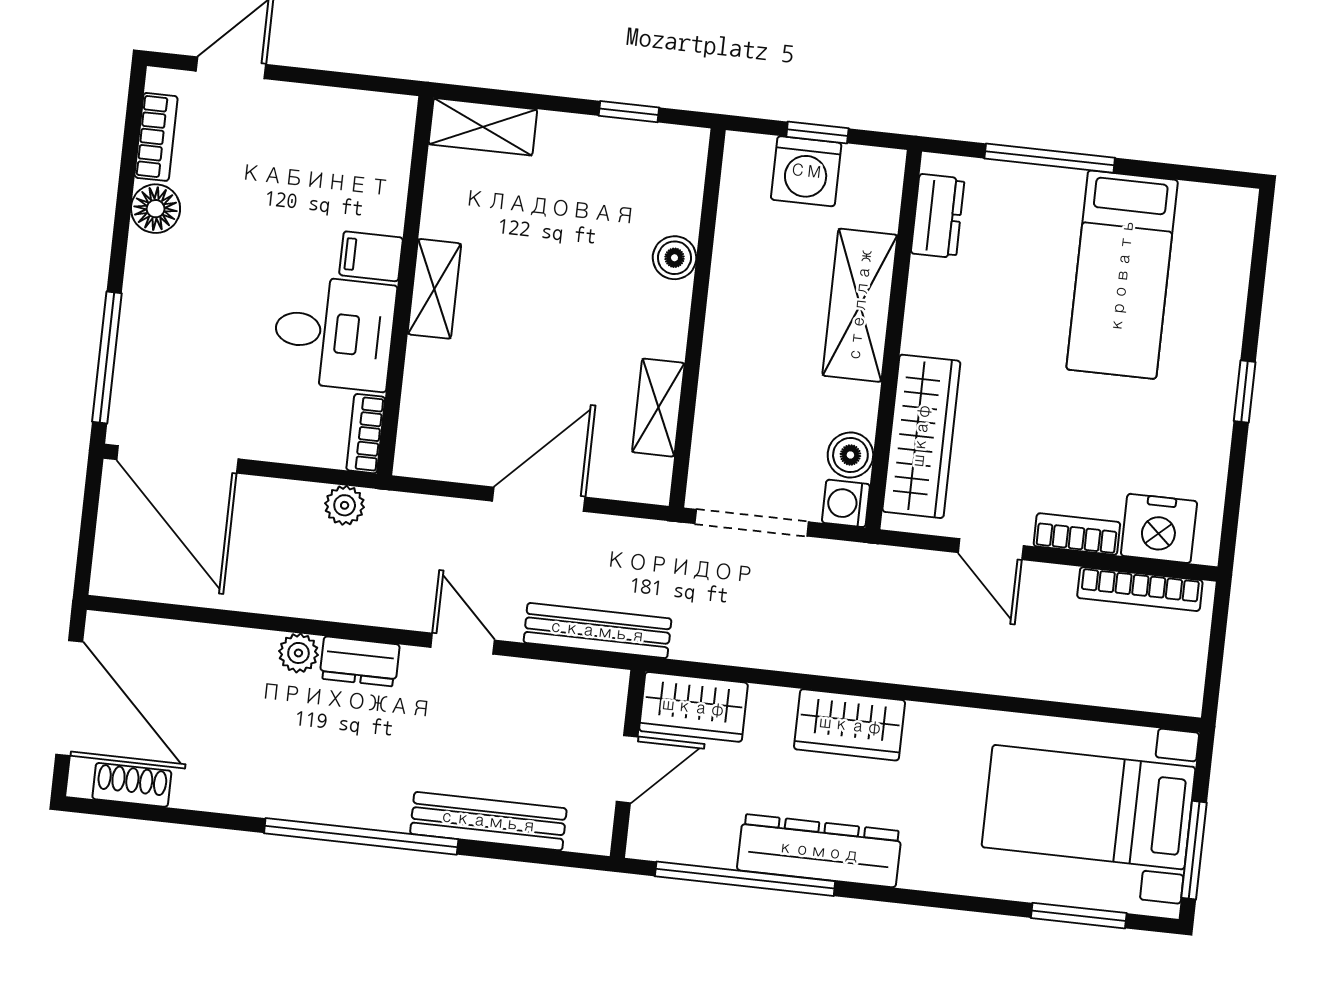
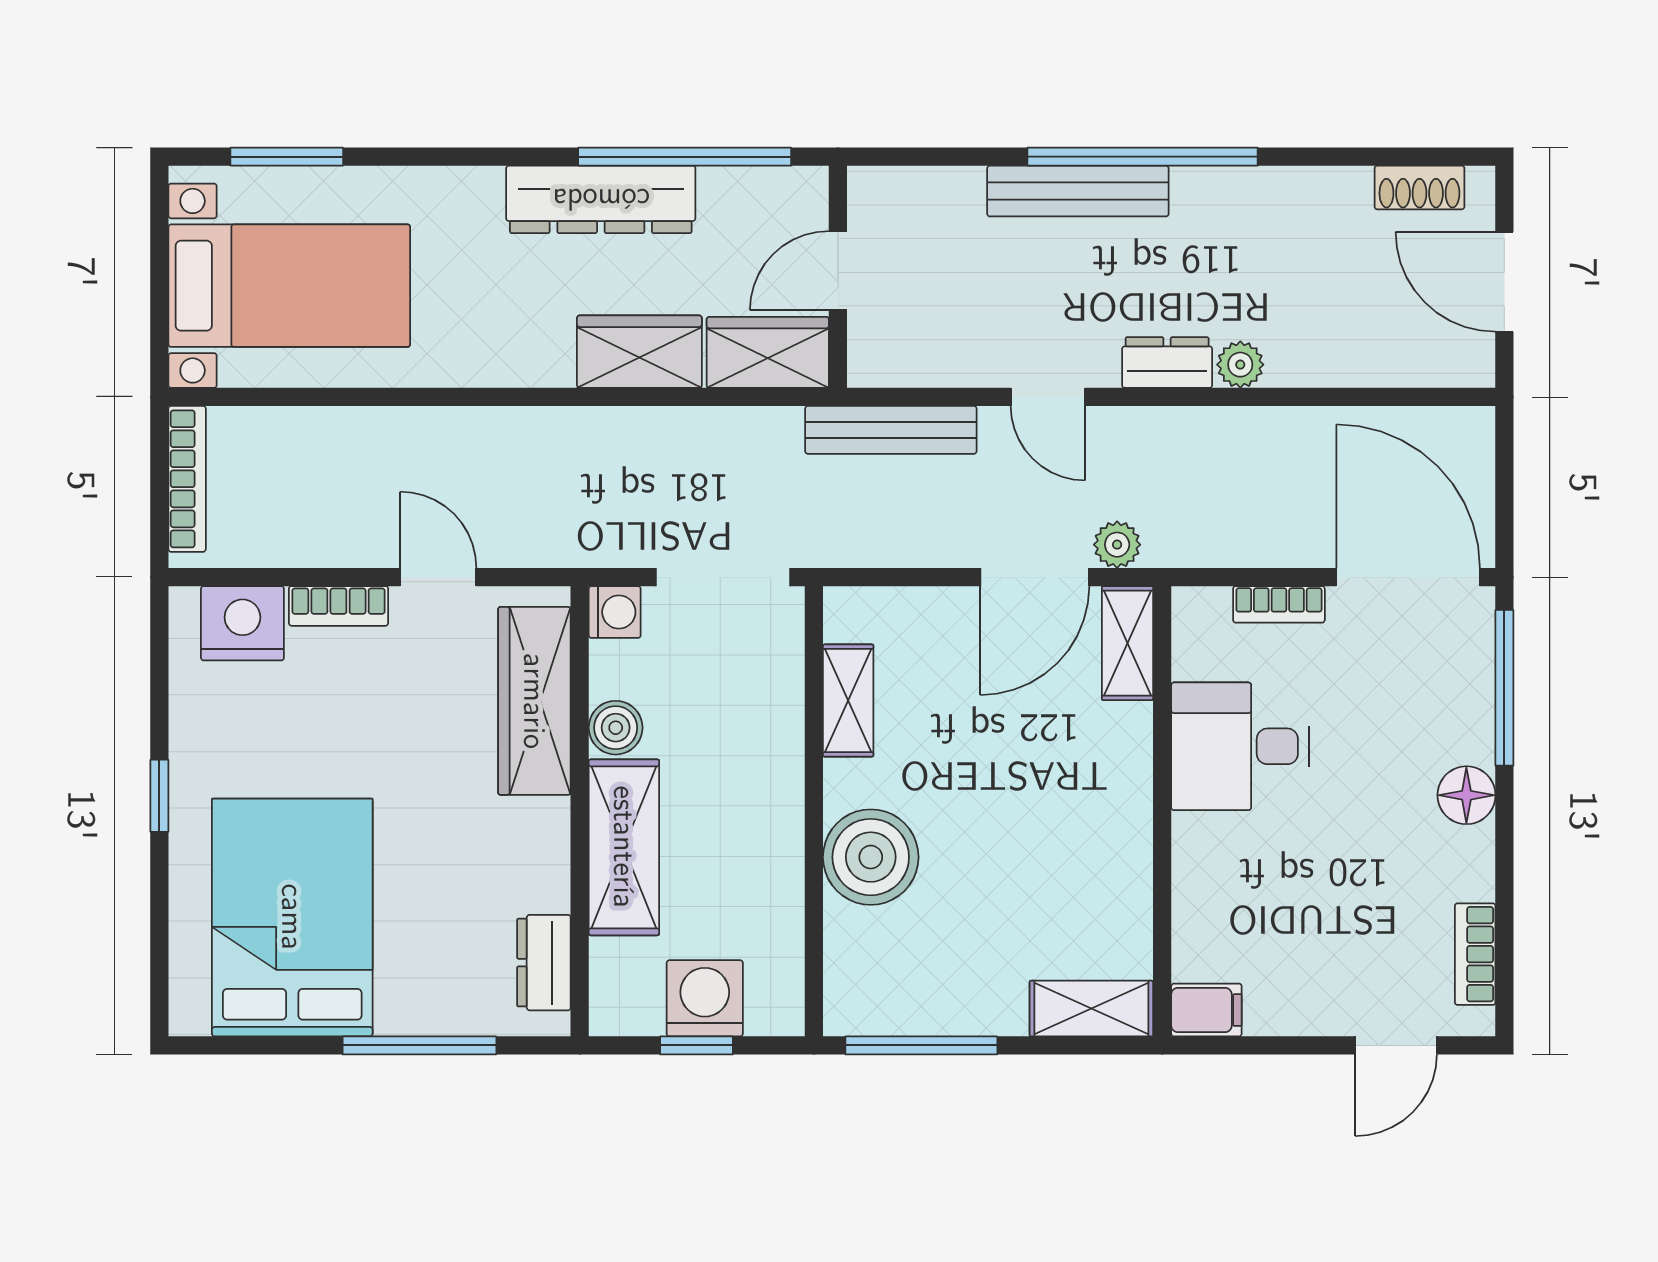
window: (629, 112) -> (921, 1045), width x2.17
floor lamp: (156, 209) -> (1466, 795), moved
filing cabinet: (371, 256) -> (1206, 1010), moved
boiler: (675, 258) -> (871, 857), width x1.86, depth x1.86
bed: (1122, 275) -> (292, 917), width x1.50
shelving: (434, 289) -> (1127, 643), moved
bookcase: (366, 434) -> (1279, 604), moved, turned 90
boiler: (850, 455) -> (616, 728), moved
door: (539, 499) -> (1035, 577), moved
plant: (345, 505) -> (1117, 545), moved
bookcase: (1140, 589) -> (187, 479), moved, turned 90
door: (69, 698) -> (1504, 282), width x0.73
wardrobe: (850, 725) -> (639, 352), moved
bench: (488, 821) -> (1078, 191), moved
window: (1194, 850) -> (159, 249), removed

